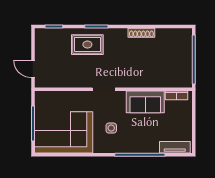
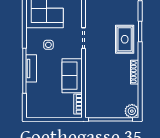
plant: (184, 36) -> (132, 111), added
rug: (87, 45) -> (125, 39), moved
tv unit: (175, 147) -> (31, 68), moved

